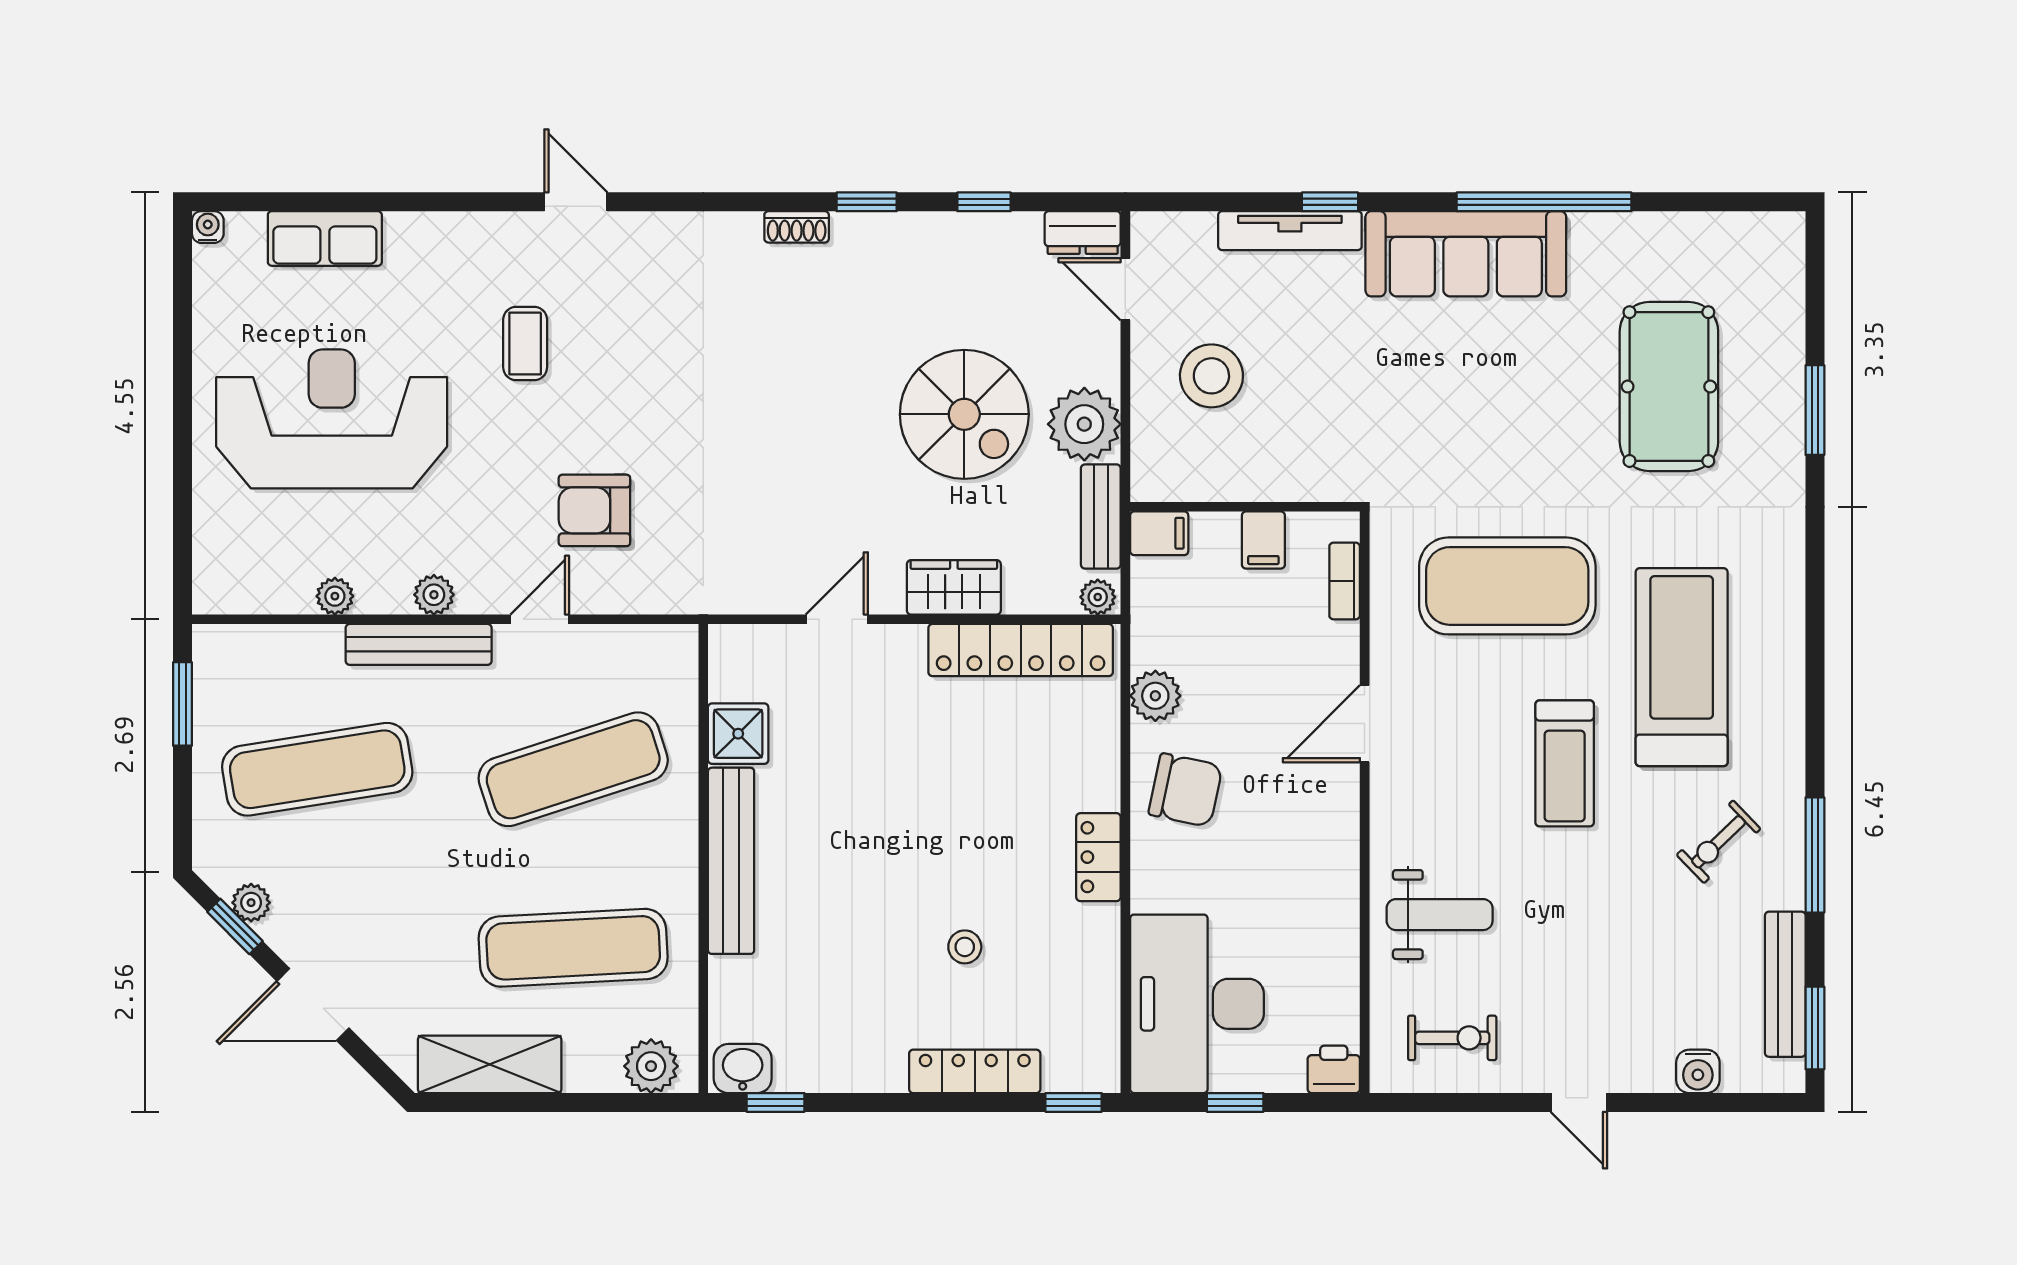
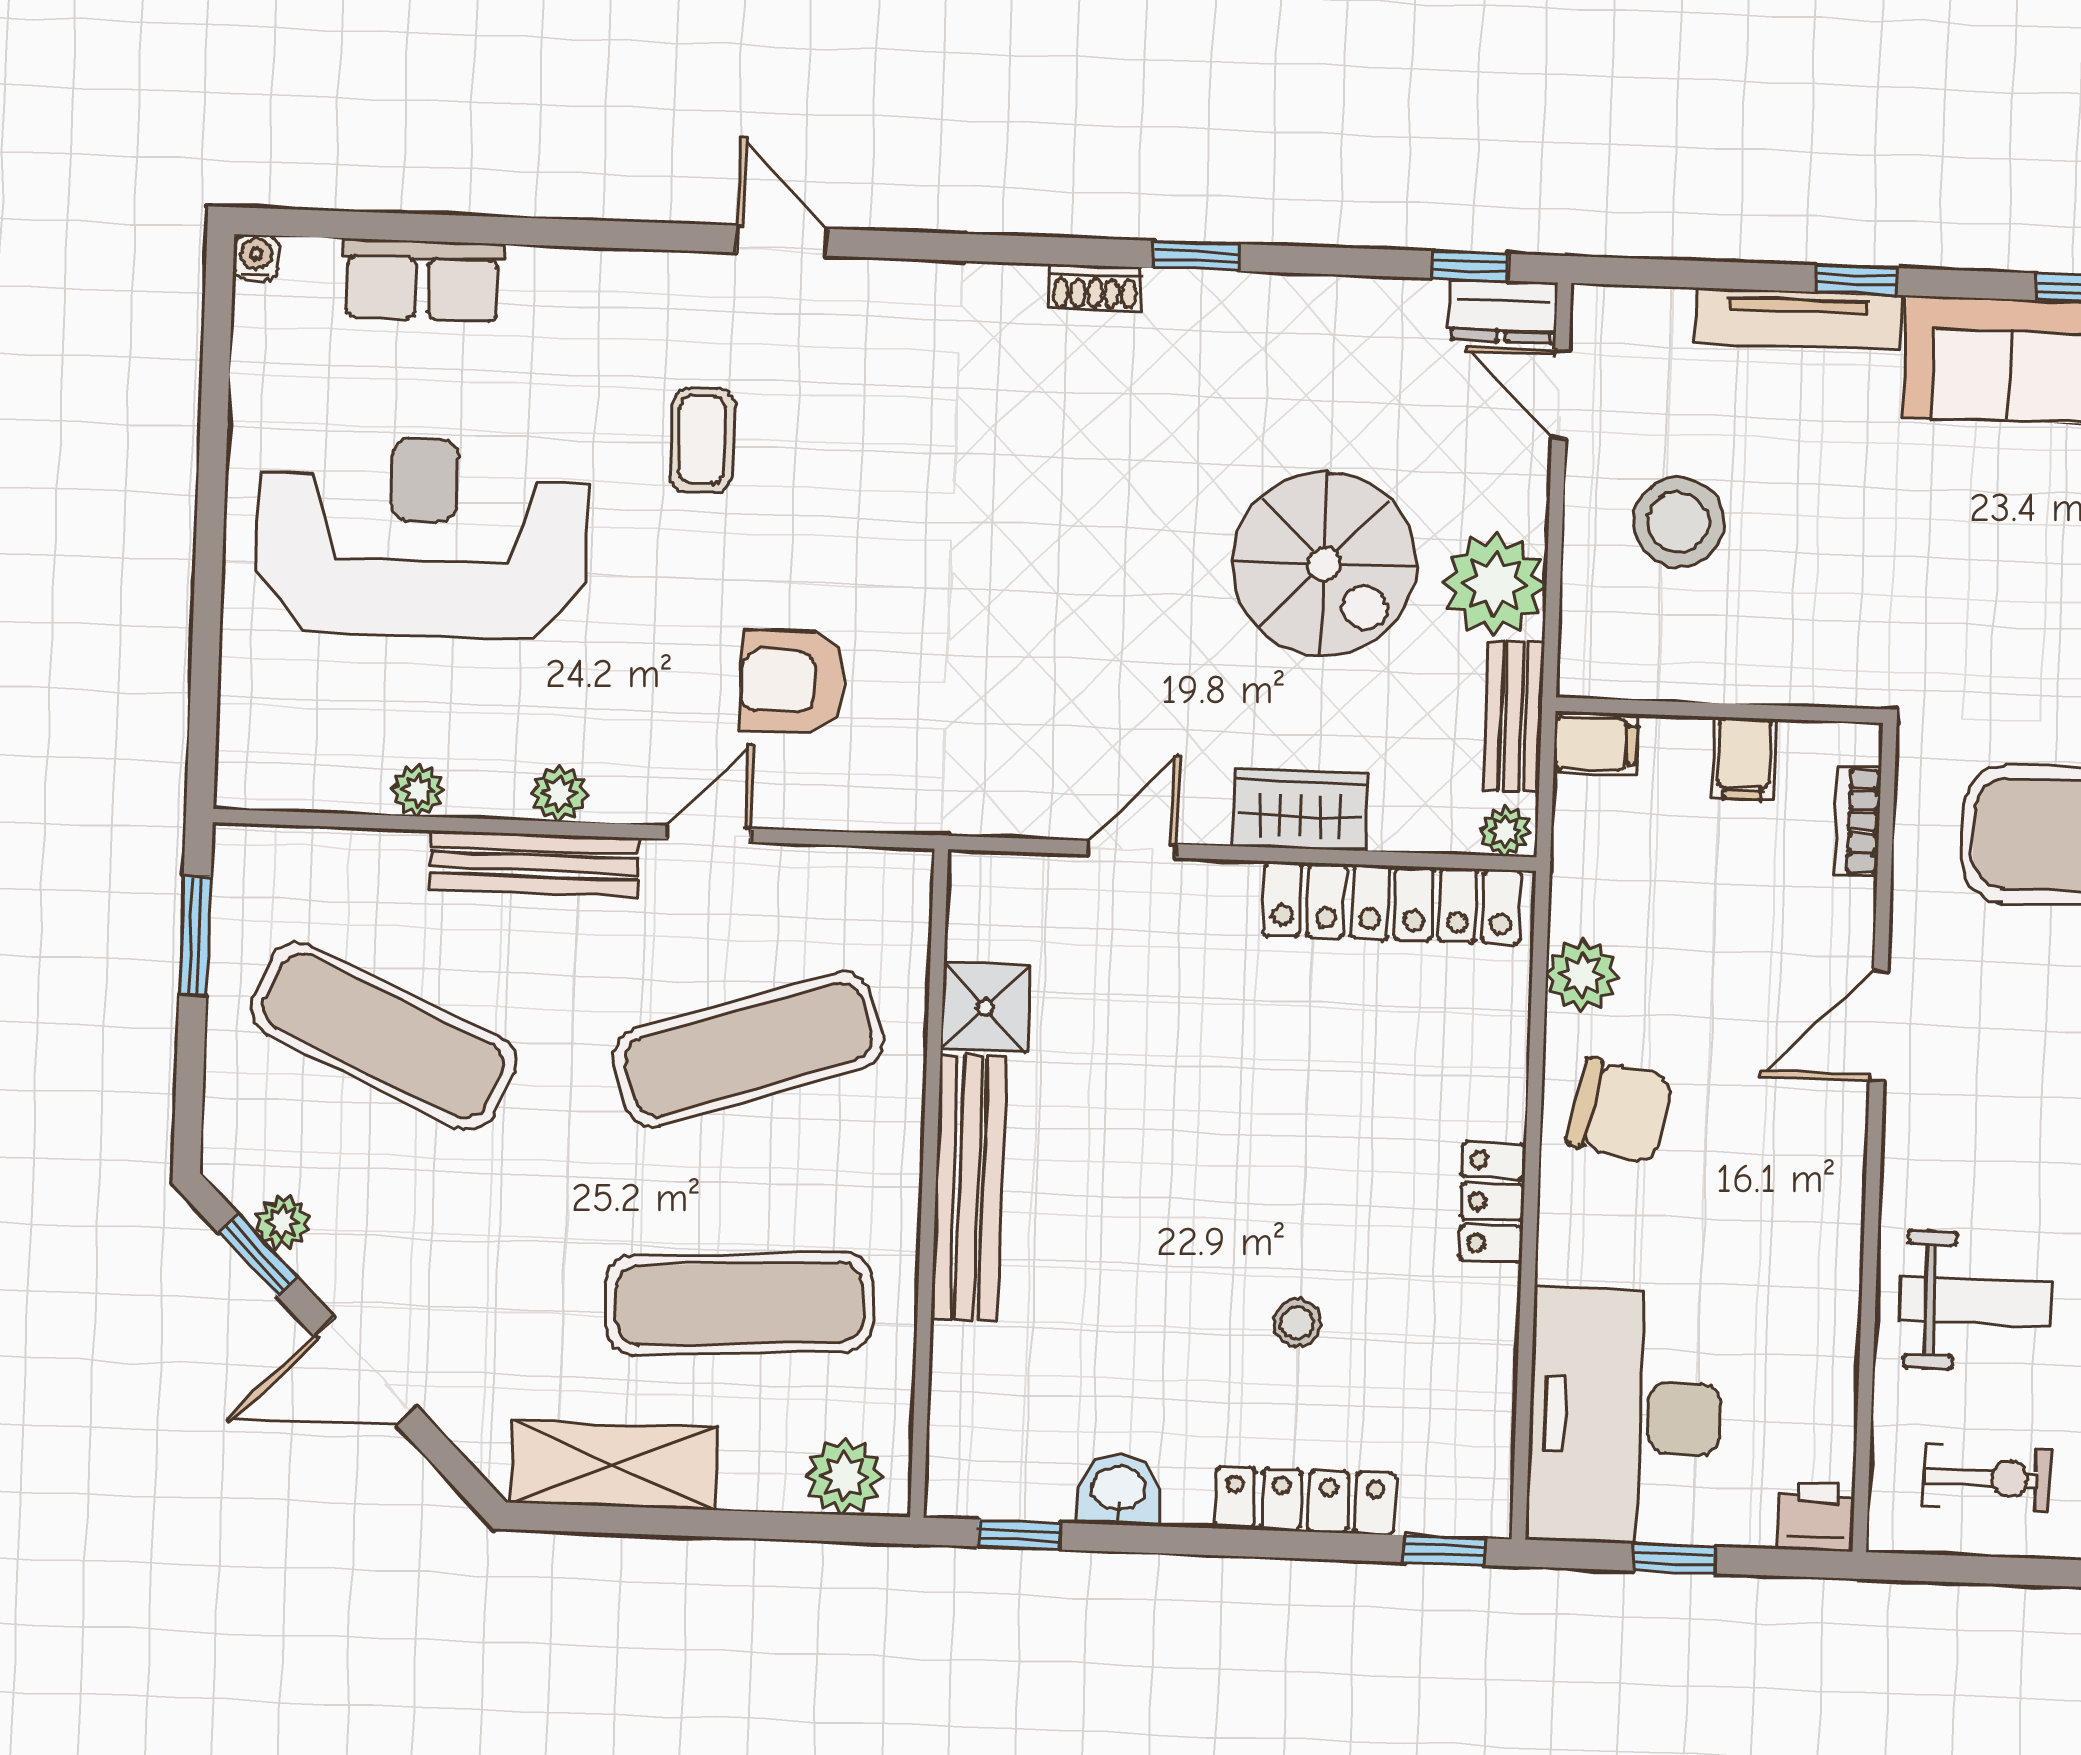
window: (984, 202) -> (1470, 266), moved
exercise mat: (317, 769) -> (384, 1036), turned 33
washbasin: (743, 1069) -> (1119, 1490), moved

